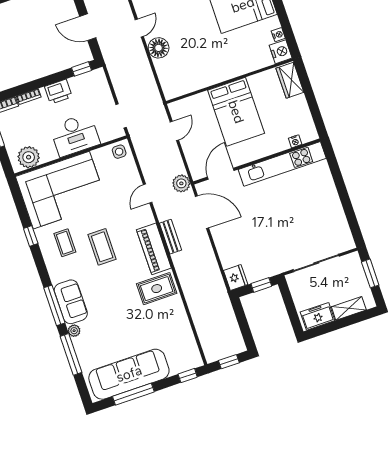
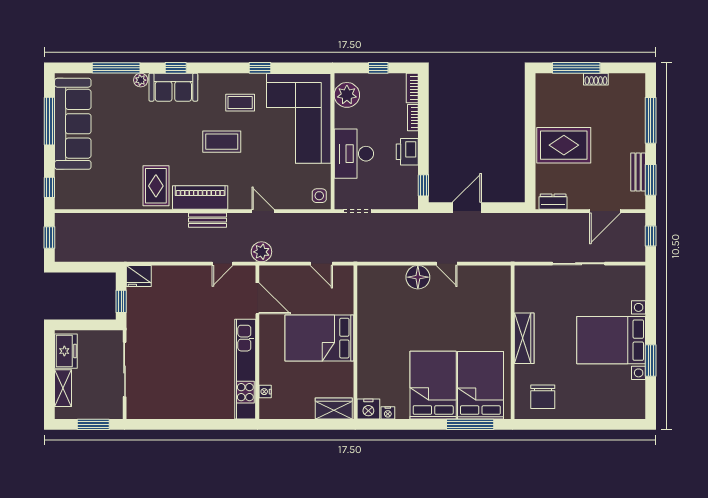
door: (202, 212) -> (222, 264), width x0.53
window: (54, 305) -> (176, 68), width x0.46

